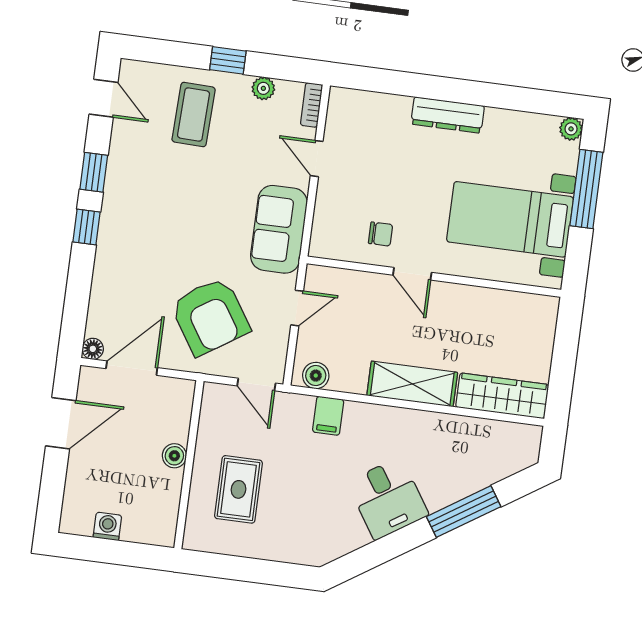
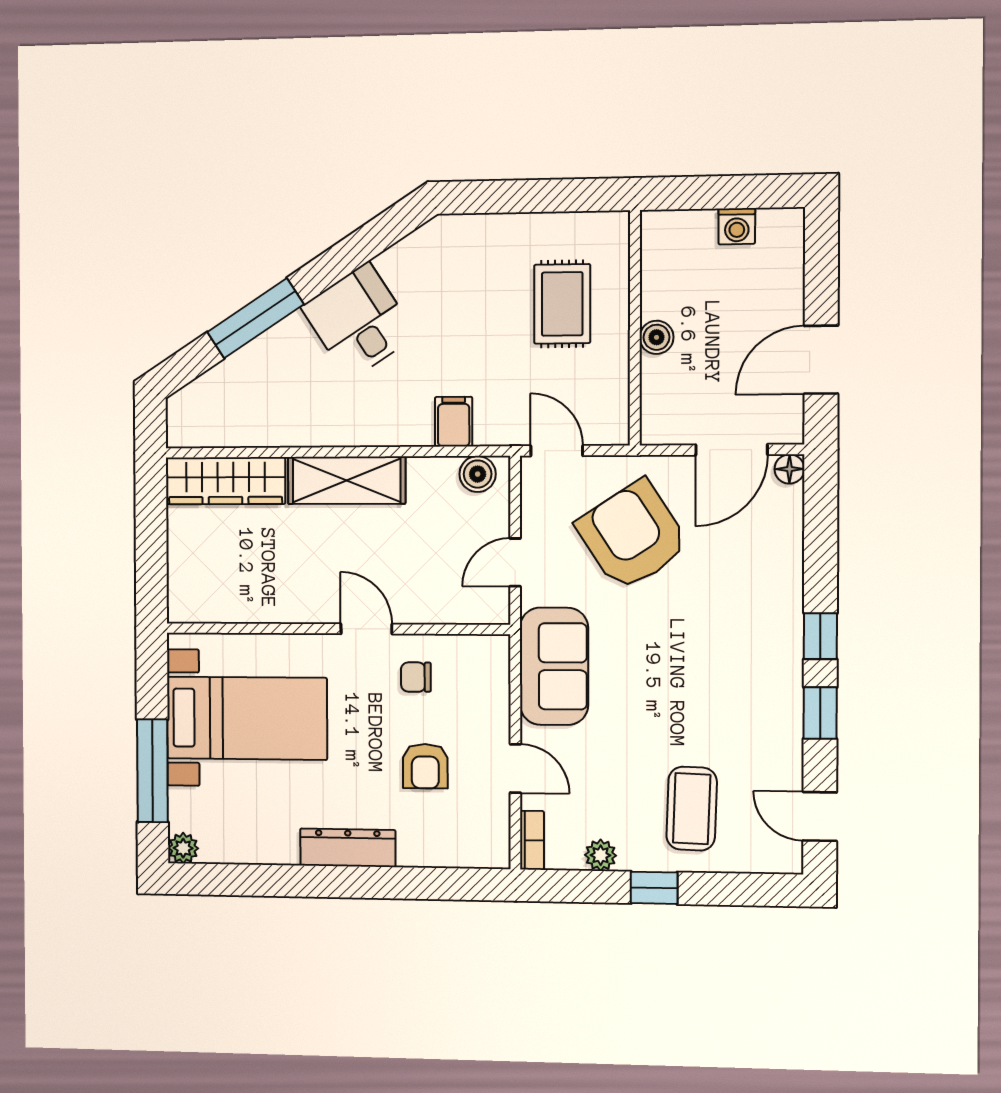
armchair: (382, 168) -> (425, 766), added

